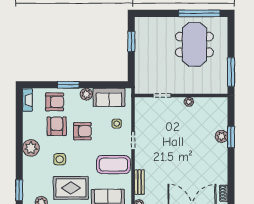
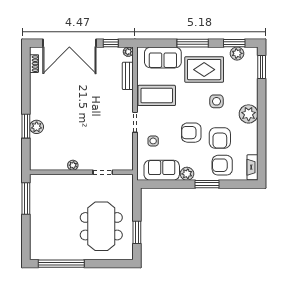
meeting table: (194, 44) -> (101, 226), moved

